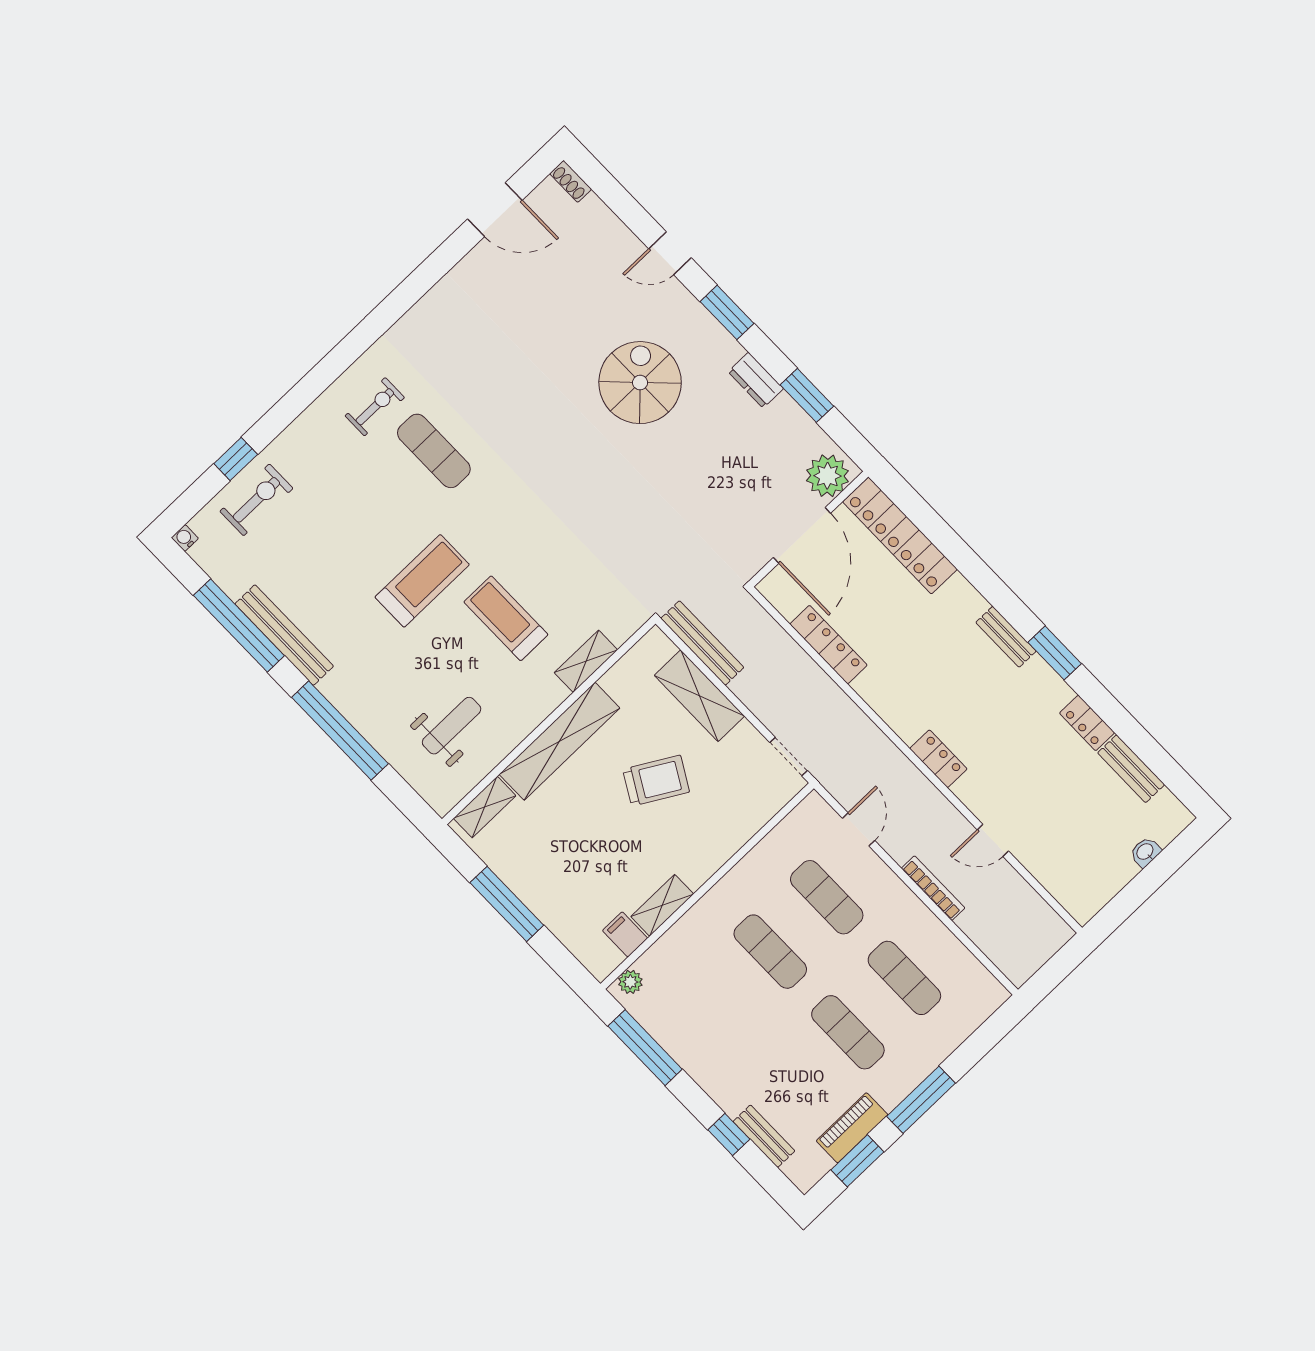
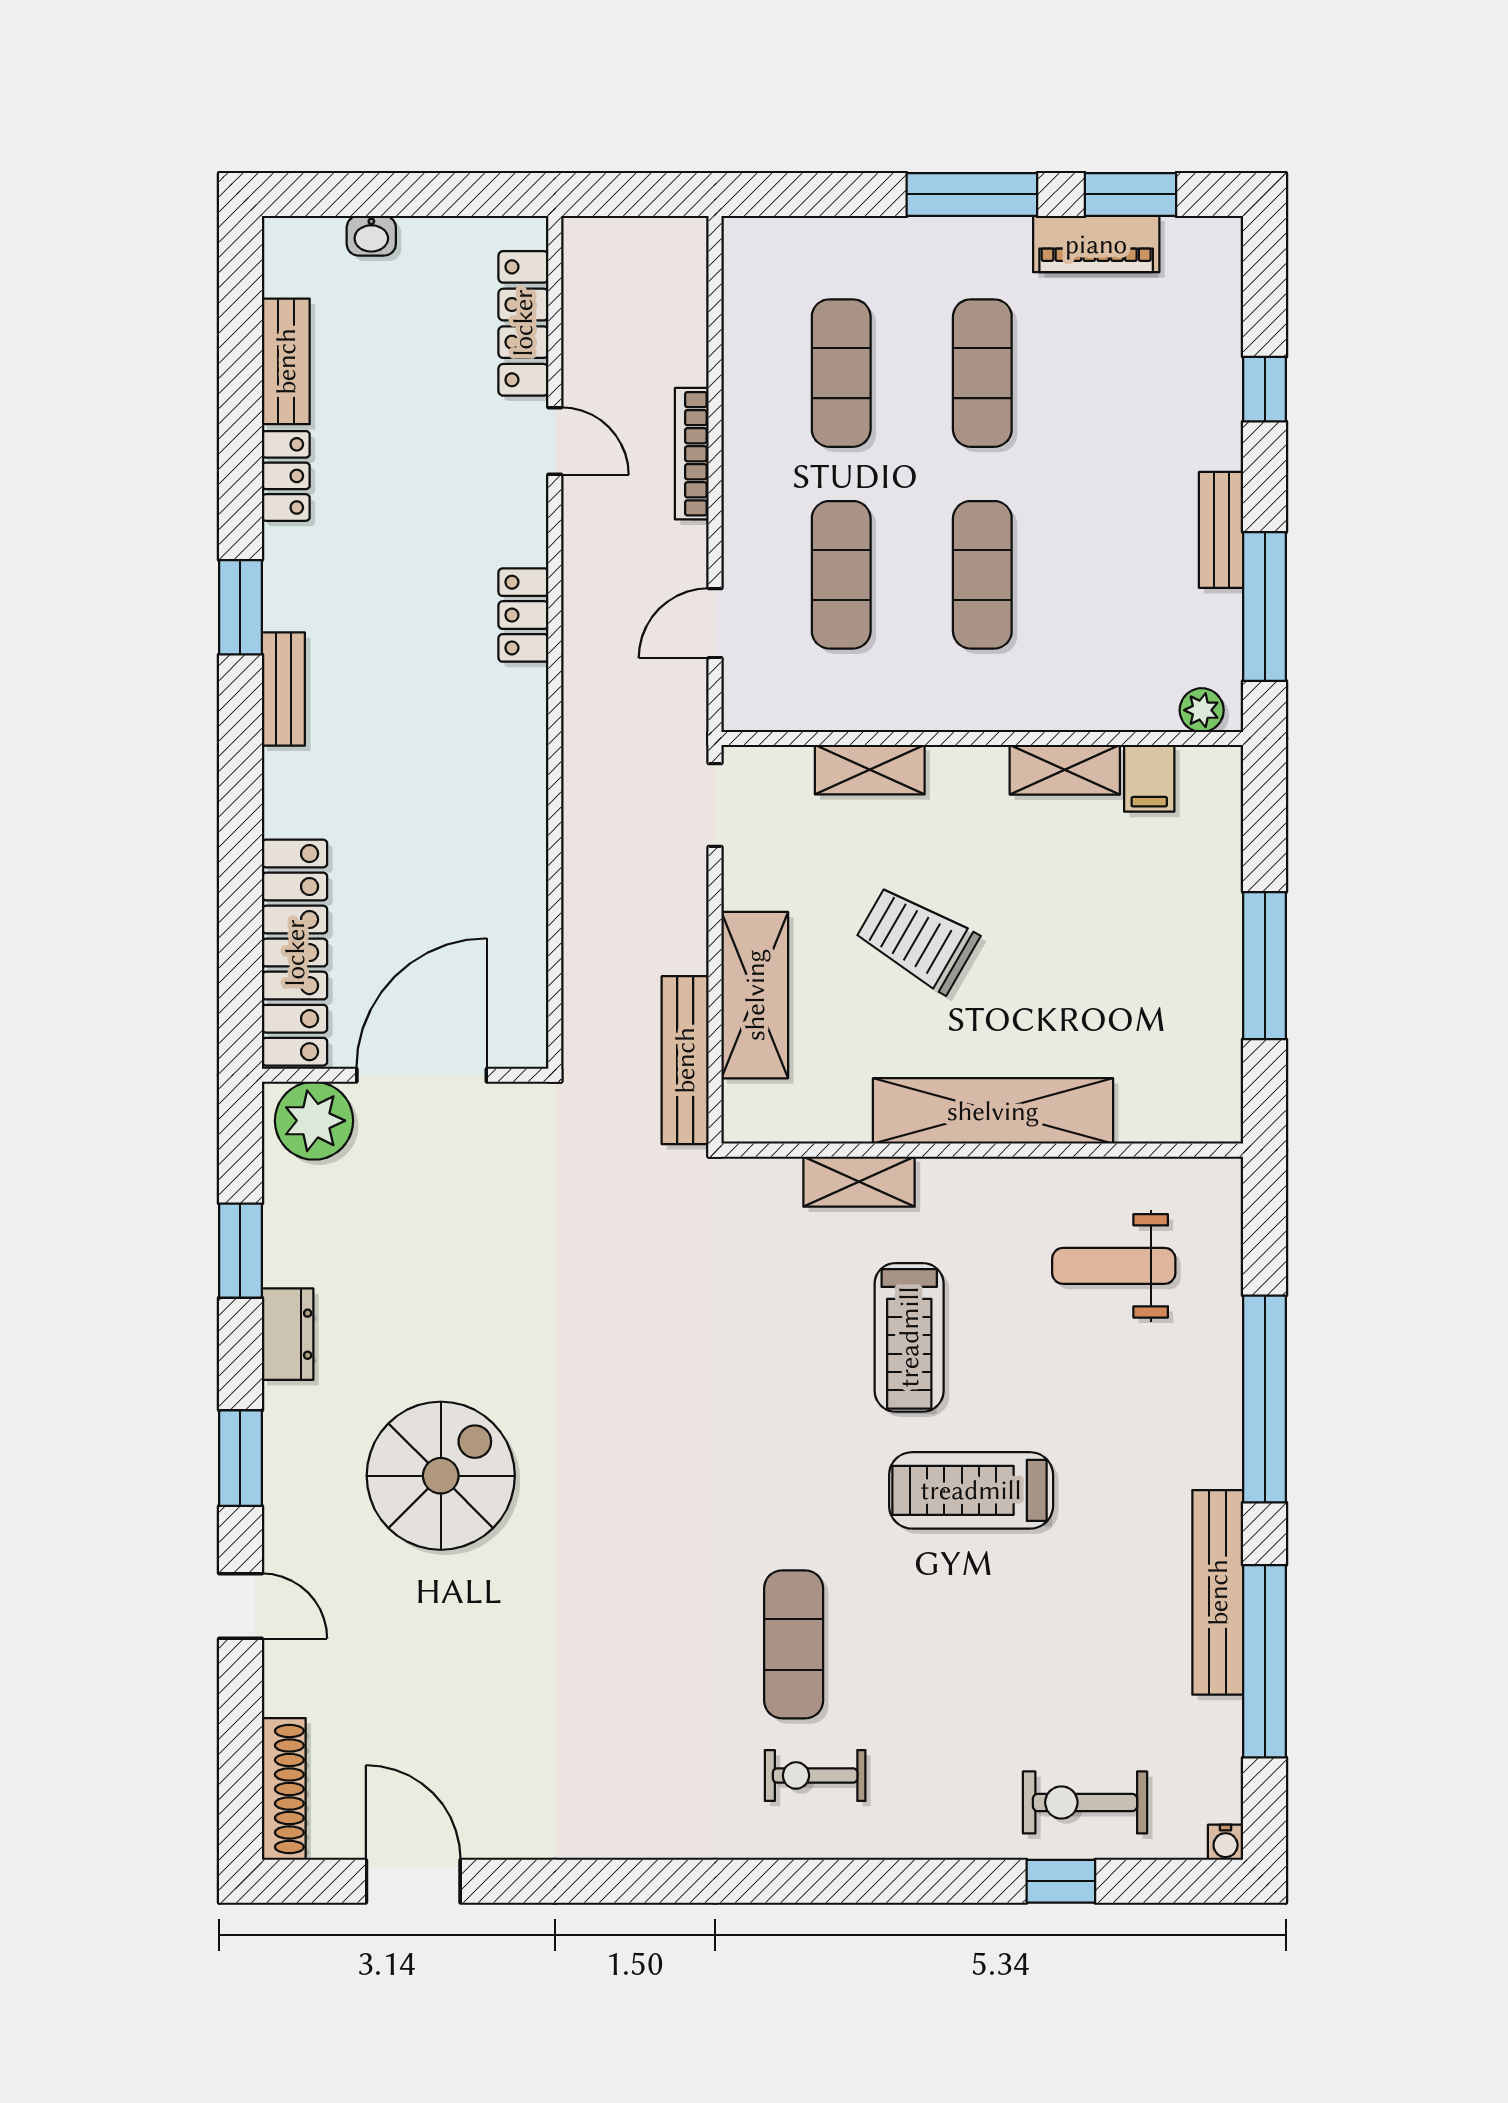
shoe rack: (571, 181) -> (284, 1789), width x1.94, depth x1.24
spiral stairs: (640, 383) -> (441, 1476), turned 180
locker: (829, 645) -> (523, 323), moved
shelving: (485, 807) -> (870, 770), moved
bench: (764, 1136) -> (1221, 530), moved

